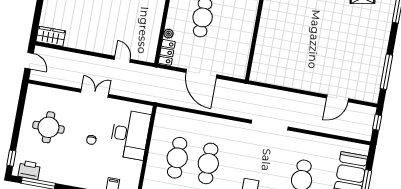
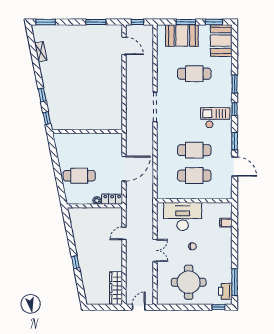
wardrobe: (51, 36) -> (116, 288), width x1.50
window: (386, 72) -> (96, 22), width x0.69
double door: (95, 93) -> (155, 250), swing flipped
door: (337, 98) -> (124, 46), moved
round table: (48, 127) -> (189, 282), width x1.36, depth x1.36

